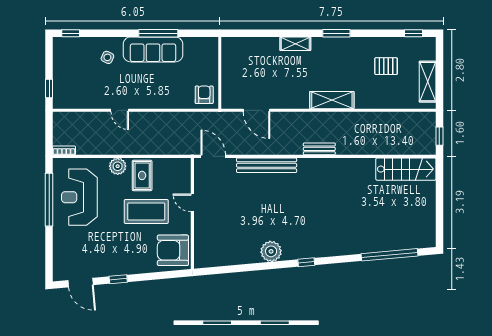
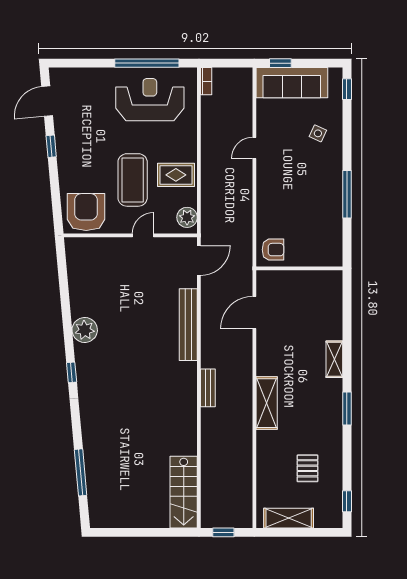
sofa: (153, 49) -> (292, 83), moved, turned -90
plant: (118, 166) -> (187, 217), moved
window: (390, 255) -> (81, 472), width x0.68

